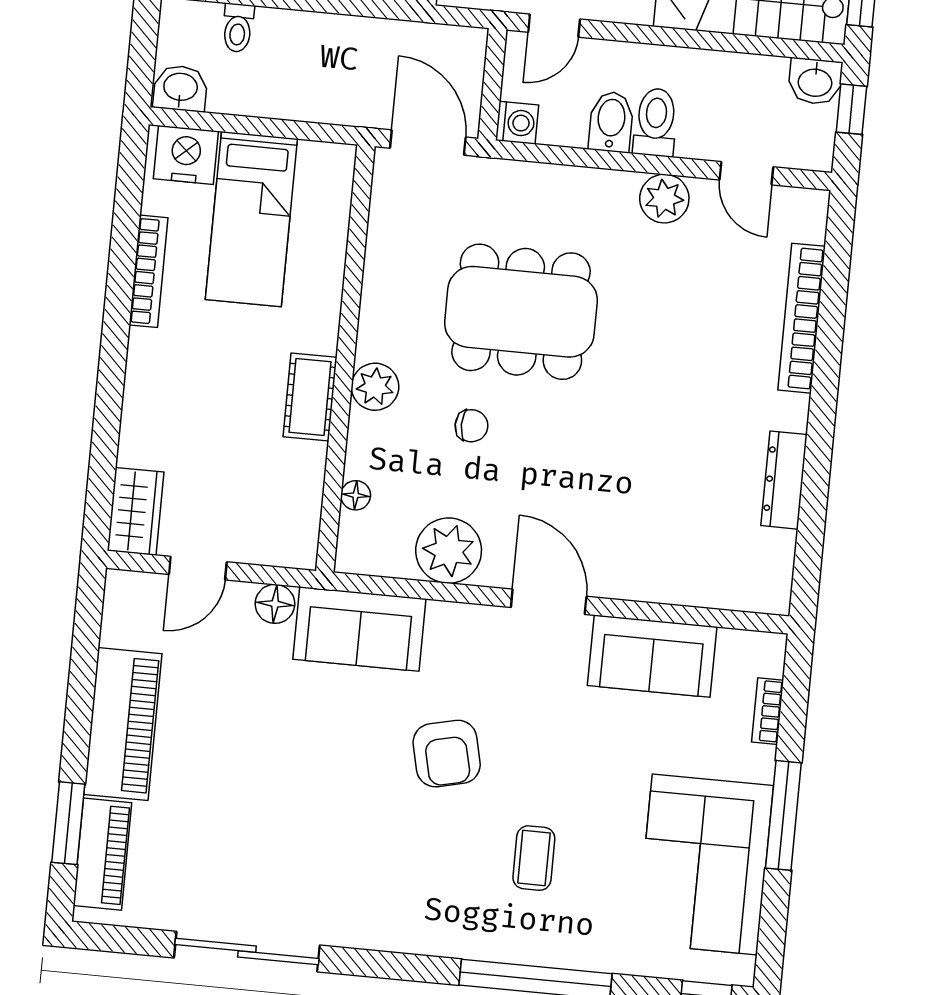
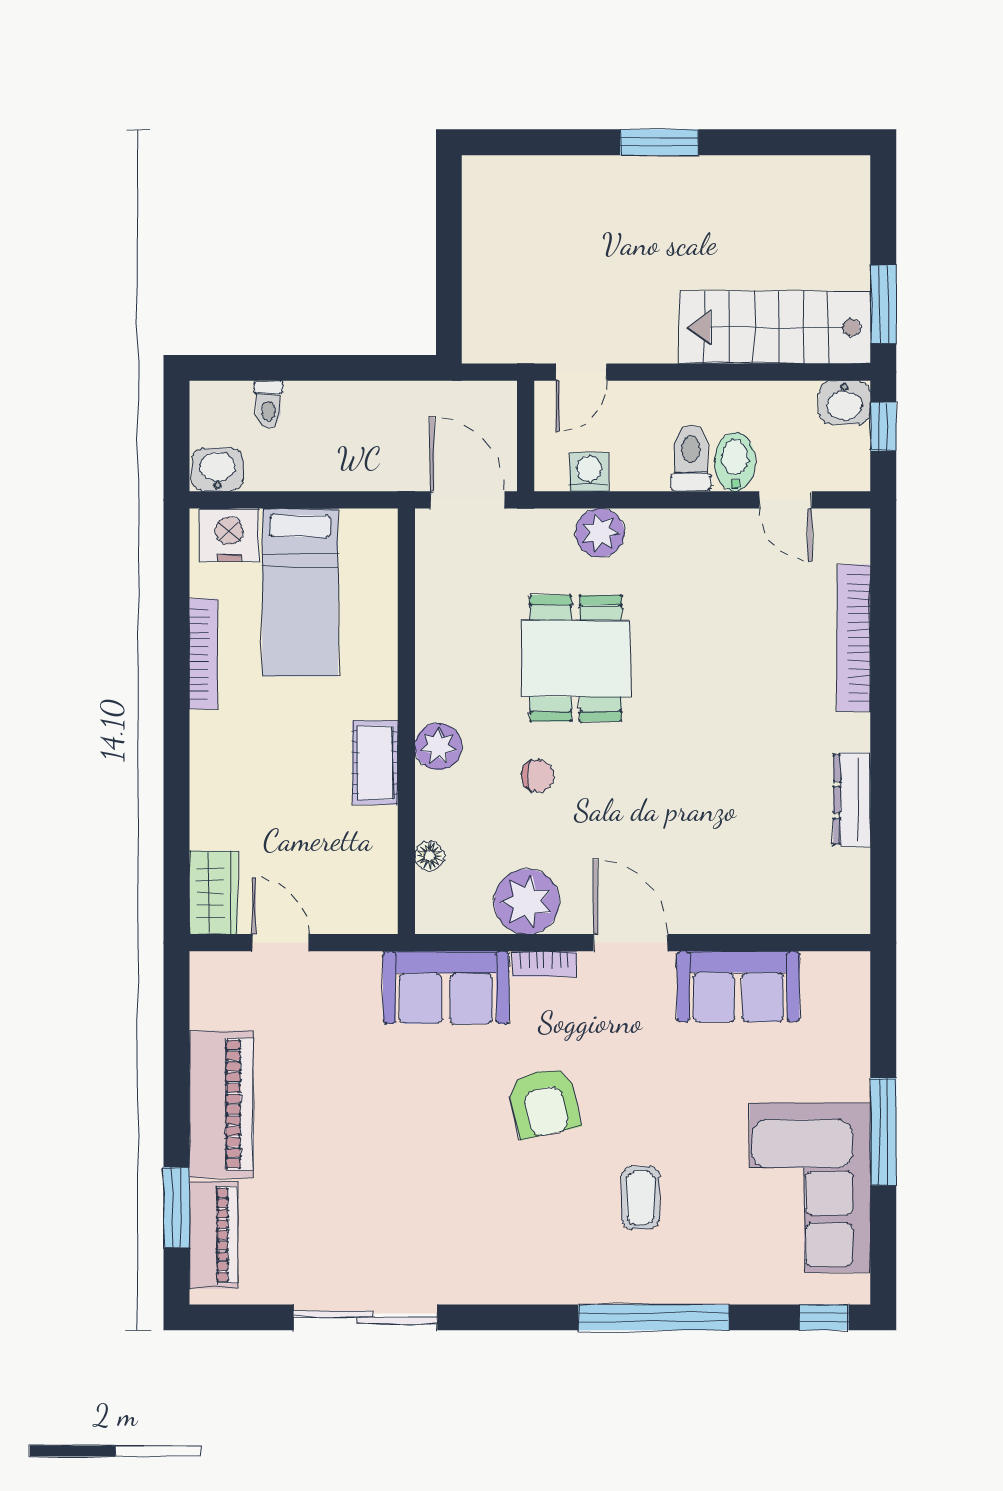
bidet: (611, 122) -> (735, 462), moved
washing machine: (517, 123) -> (589, 472), moved, turned -90
plant: (664, 199) -> (600, 533), moved
dining table: (521, 312) -> (576, 658), width x0.73
door: (198, 568) -> (280, 943), swing flipped
floor lamp: (275, 604) -> (360, 971), removed
bookcase: (768, 711) -> (544, 964), moved, turned -90

